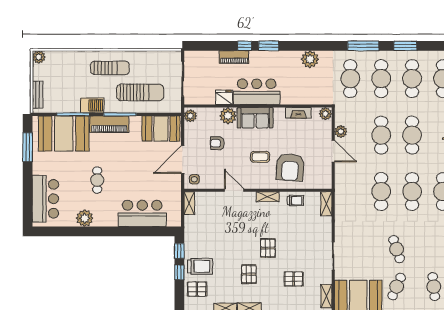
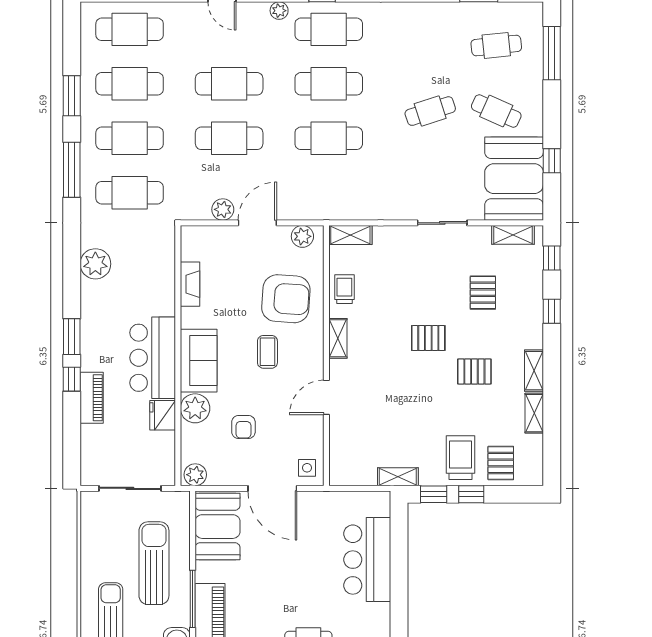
plant: (326, 114) -> (302, 236), moved
shelving: (189, 203) -> (398, 477), moved

